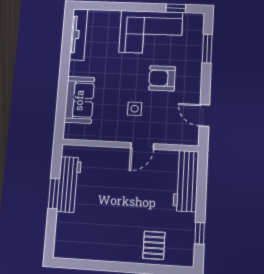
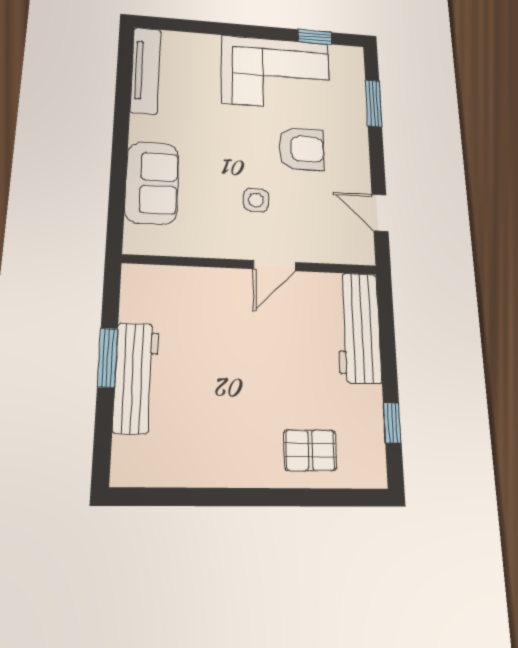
armchair: (162, 78) -> (301, 149), turned 180
workbench: (69, 184) -> (136, 378), moved
pallet: (154, 245) -> (310, 450), turned 90

